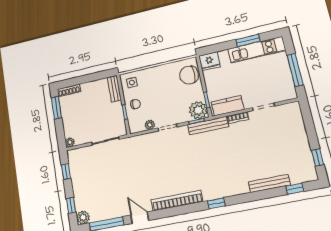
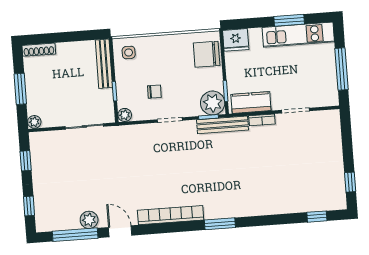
bench: (114, 89) -> (104, 64), width x1.36
chair: (135, 104) -> (154, 92), moved
window: (56, 108) -> (20, 89), moved
plant: (150, 125) -> (125, 115), moved
bench: (269, 183) -> (288, 207), removed
window: (216, 203) -> (220, 224), width x1.50
plant: (83, 217) -> (89, 220), moved

